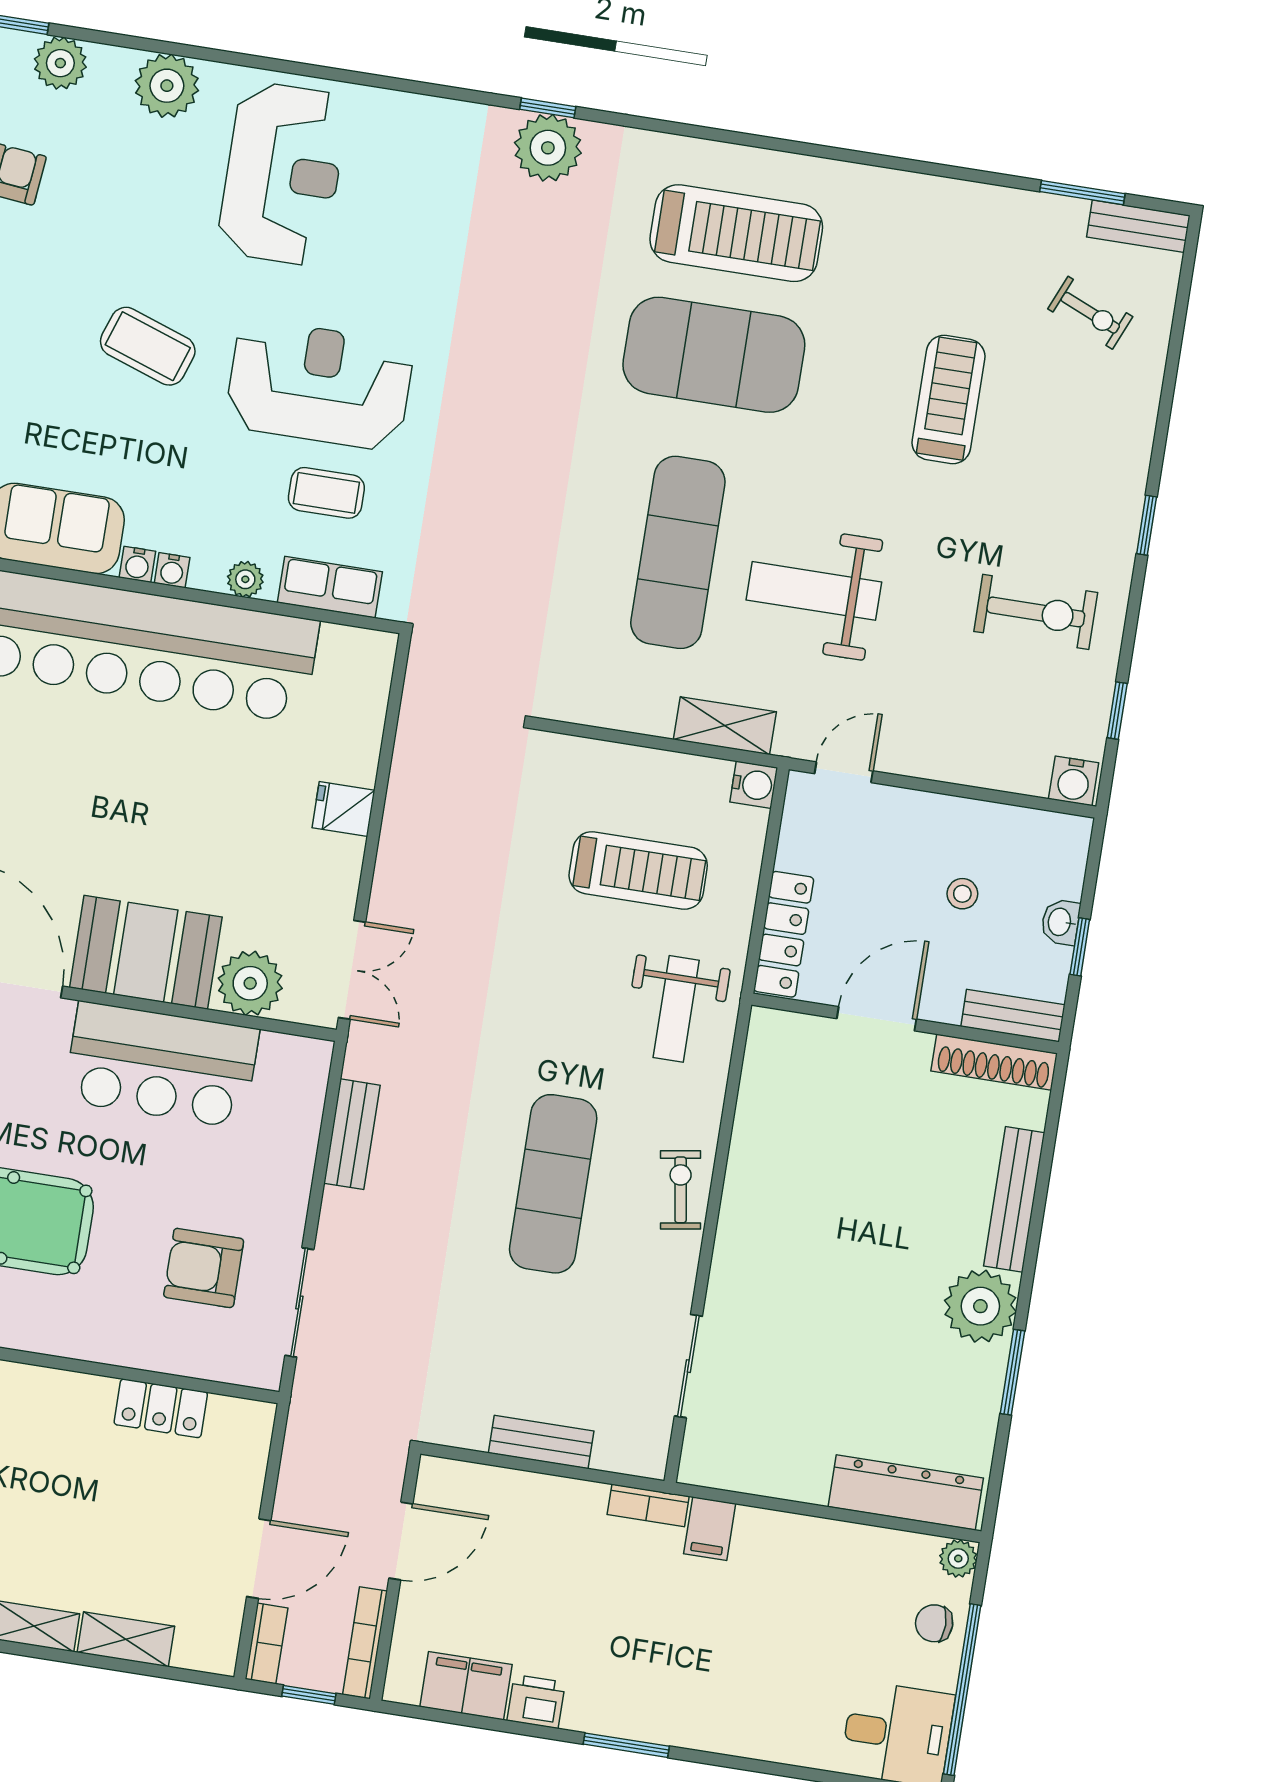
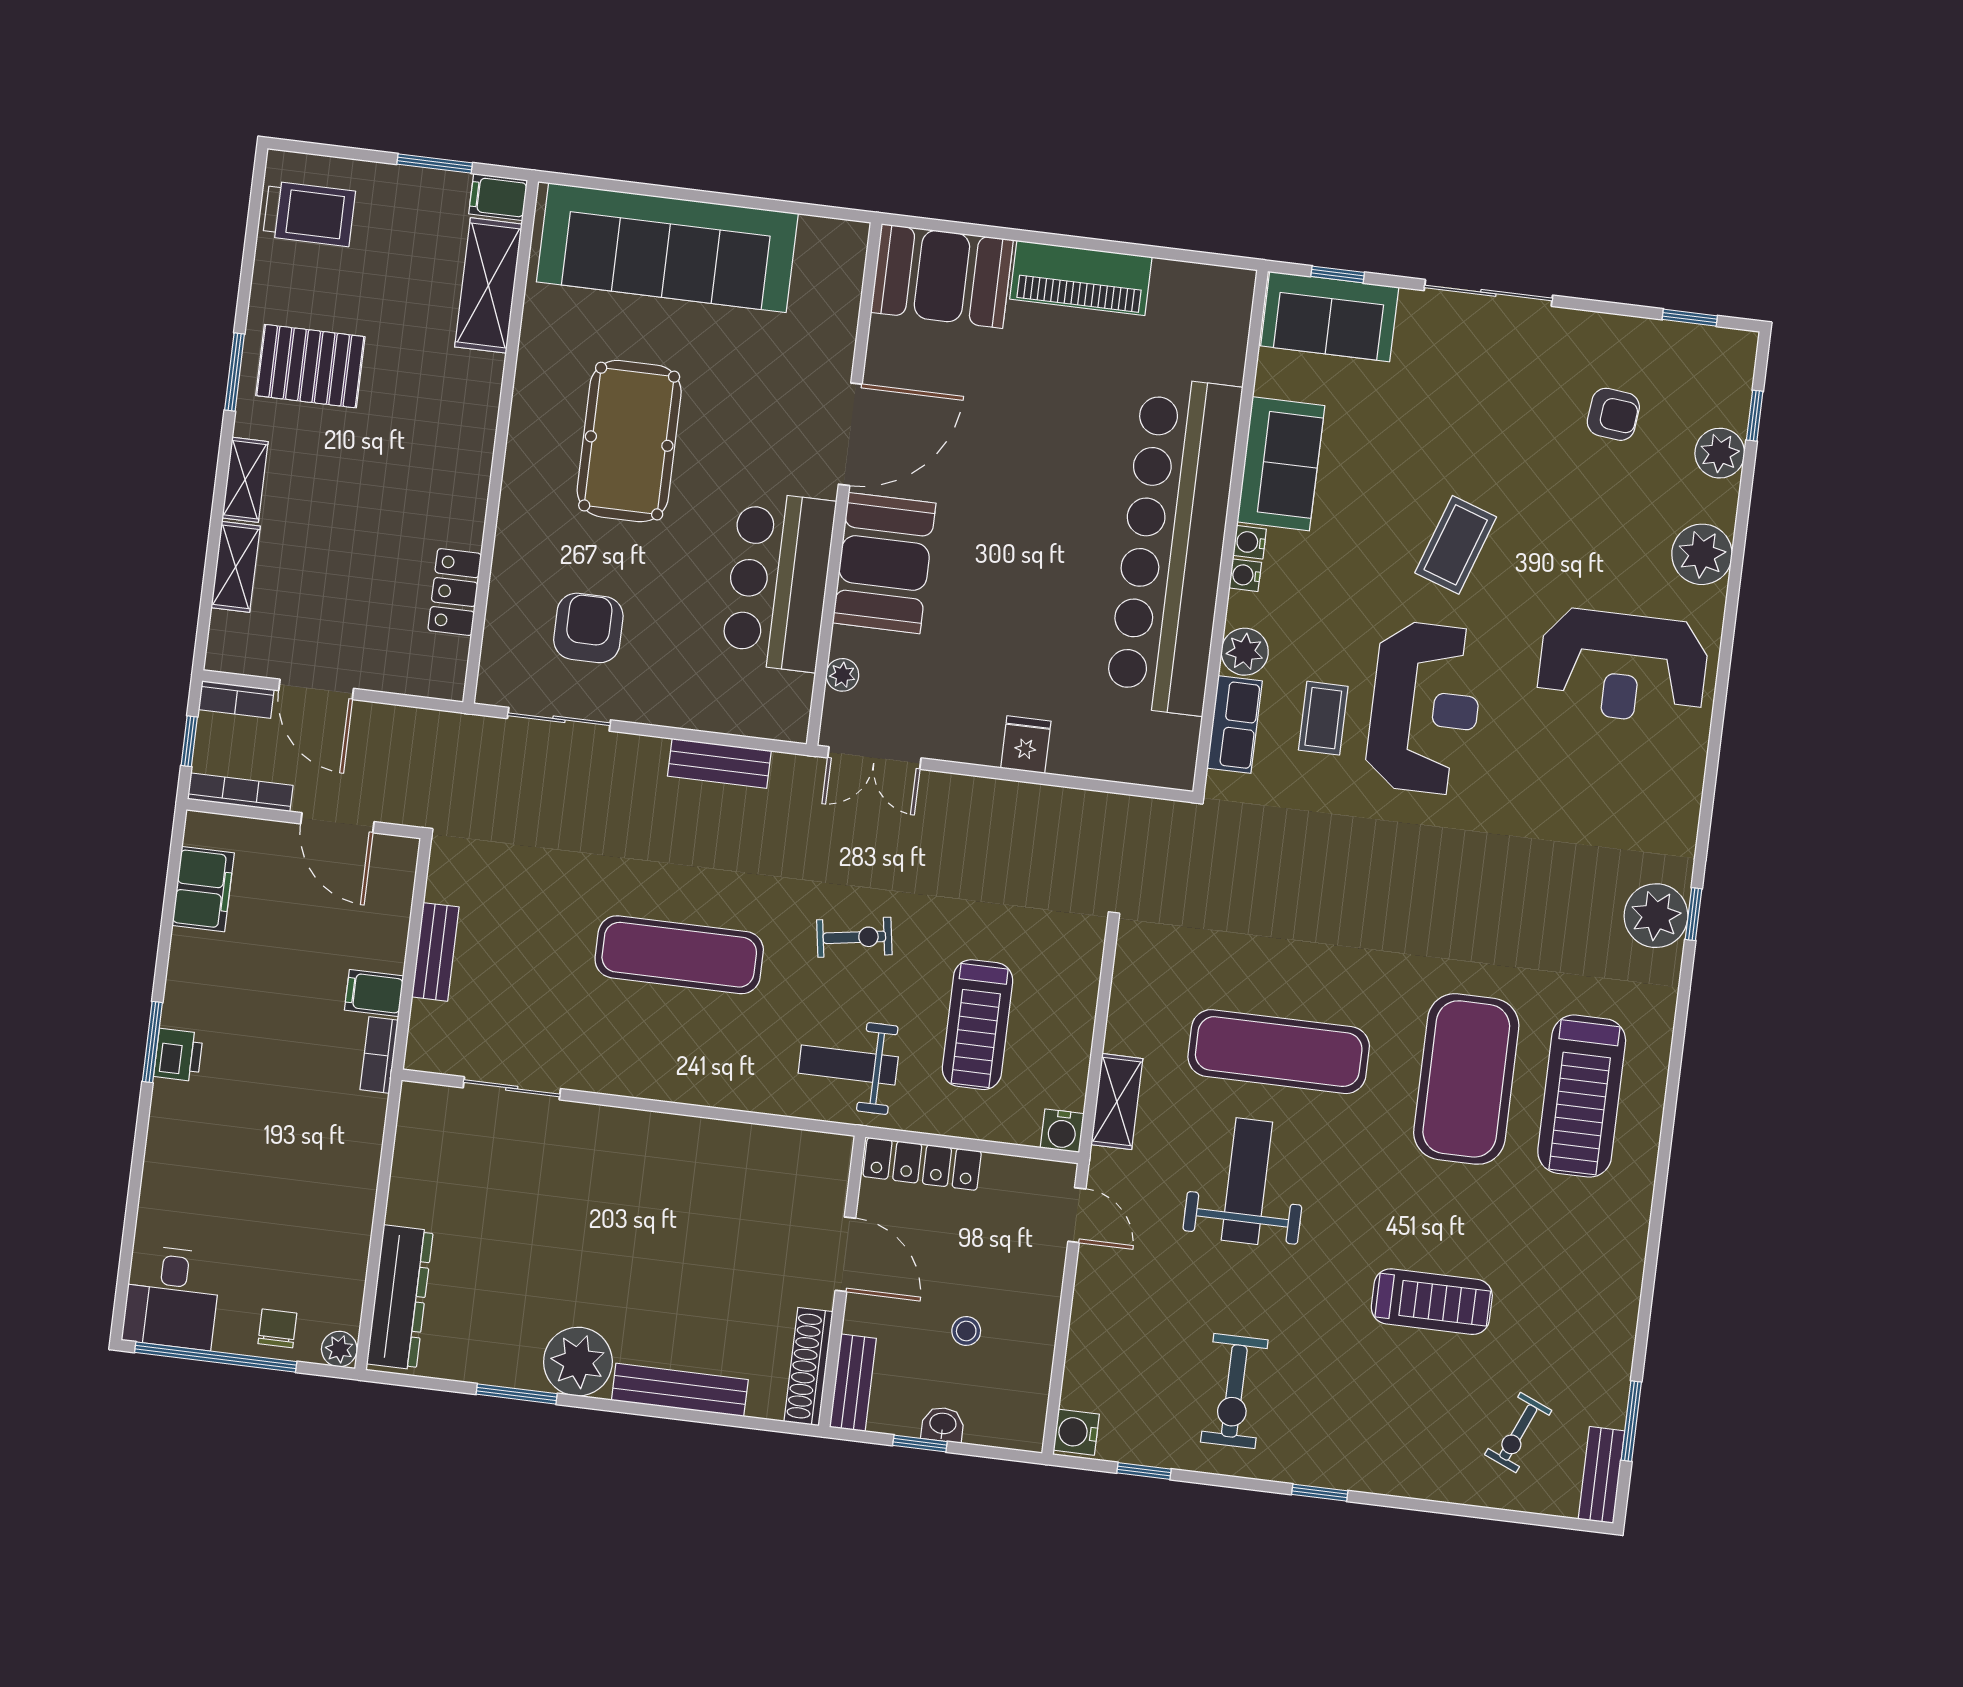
plant: (245, 579) -> (1245, 652), width x1.38, depth x1.38
plant: (250, 983) -> (842, 675), width x0.53, depth x0.53
exercise bike: (681, 1190) -> (854, 937), moved
filing cabinet: (710, 1529) -> (374, 993), moved
printer: (536, 1702) -> (178, 1055), moved

